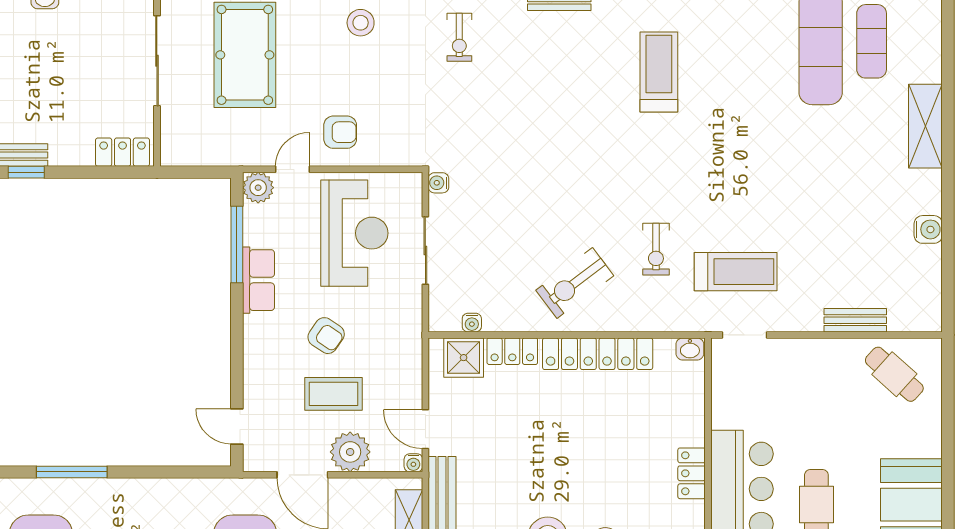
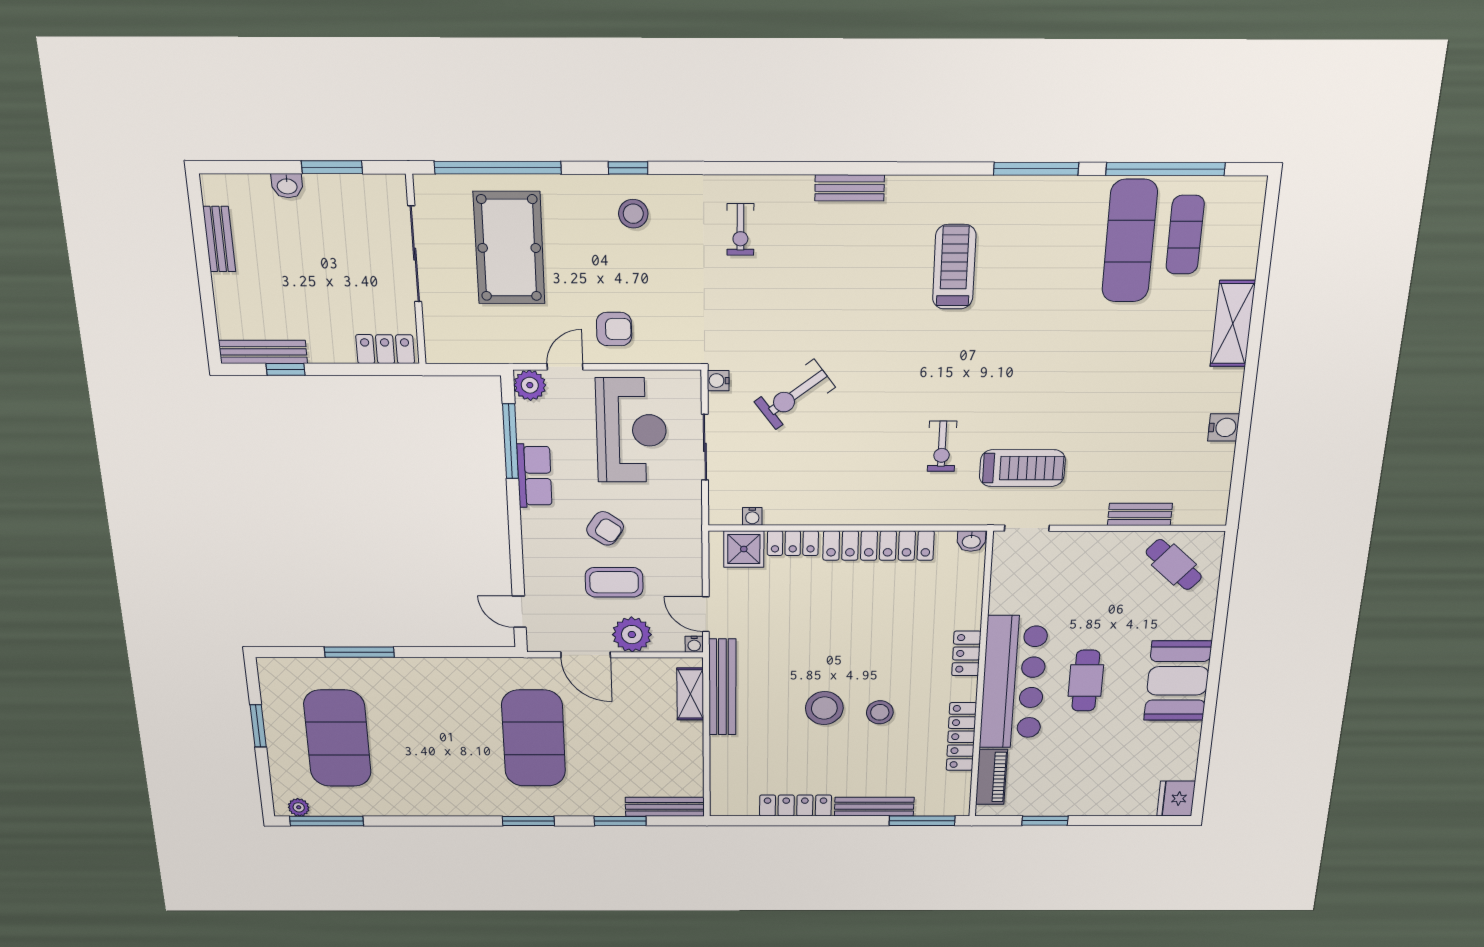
exercise bike: (575, 283) -> (795, 394), moved

